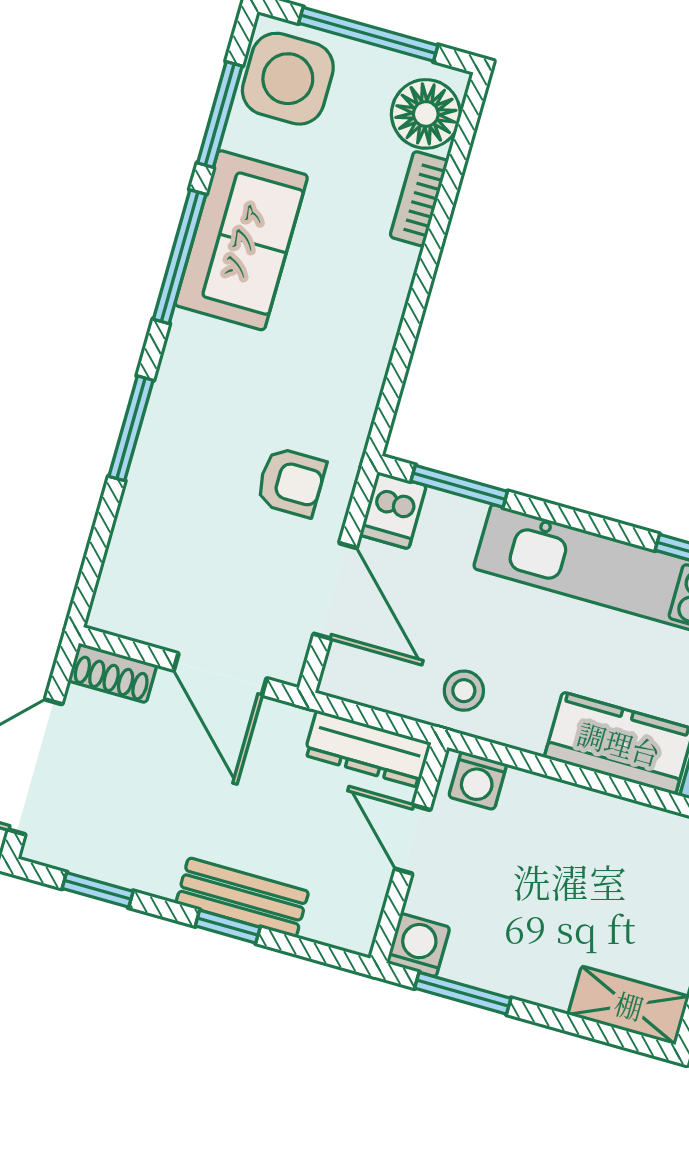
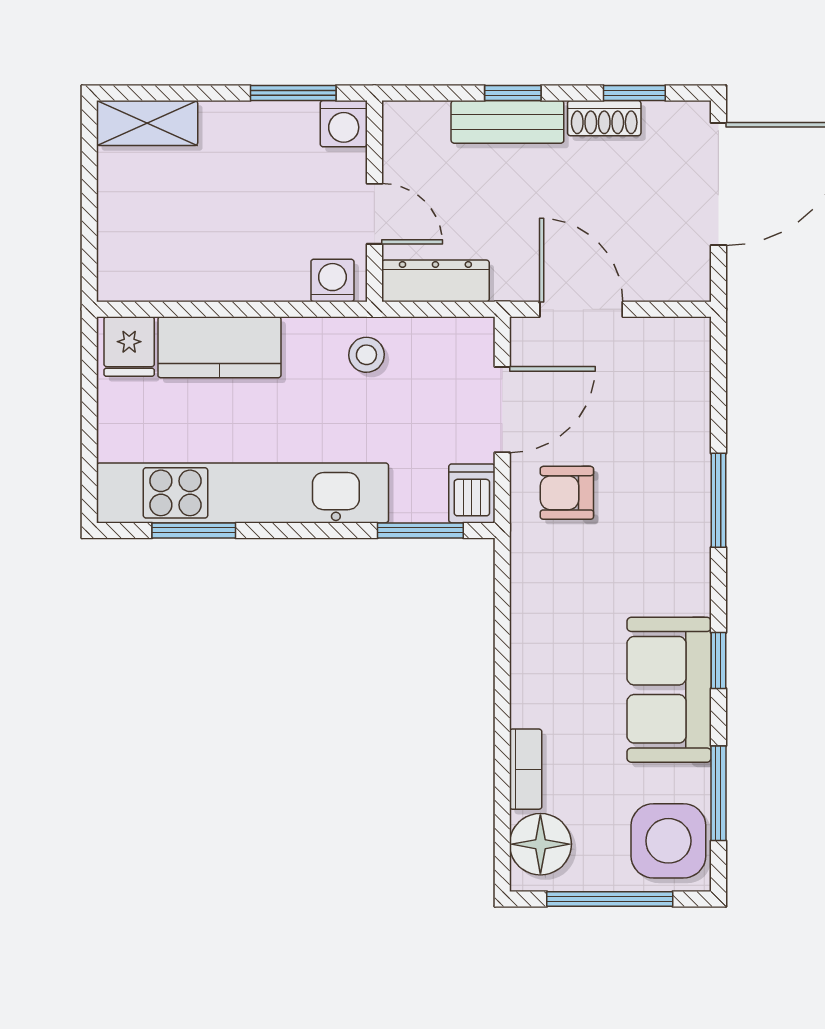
window: (180, 257) -> (718, 660), width x0.46
door: (335, 591) -> (502, 410), swing flipped
shoe rack: (113, 673) -> (604, 118), moved, turned 180

